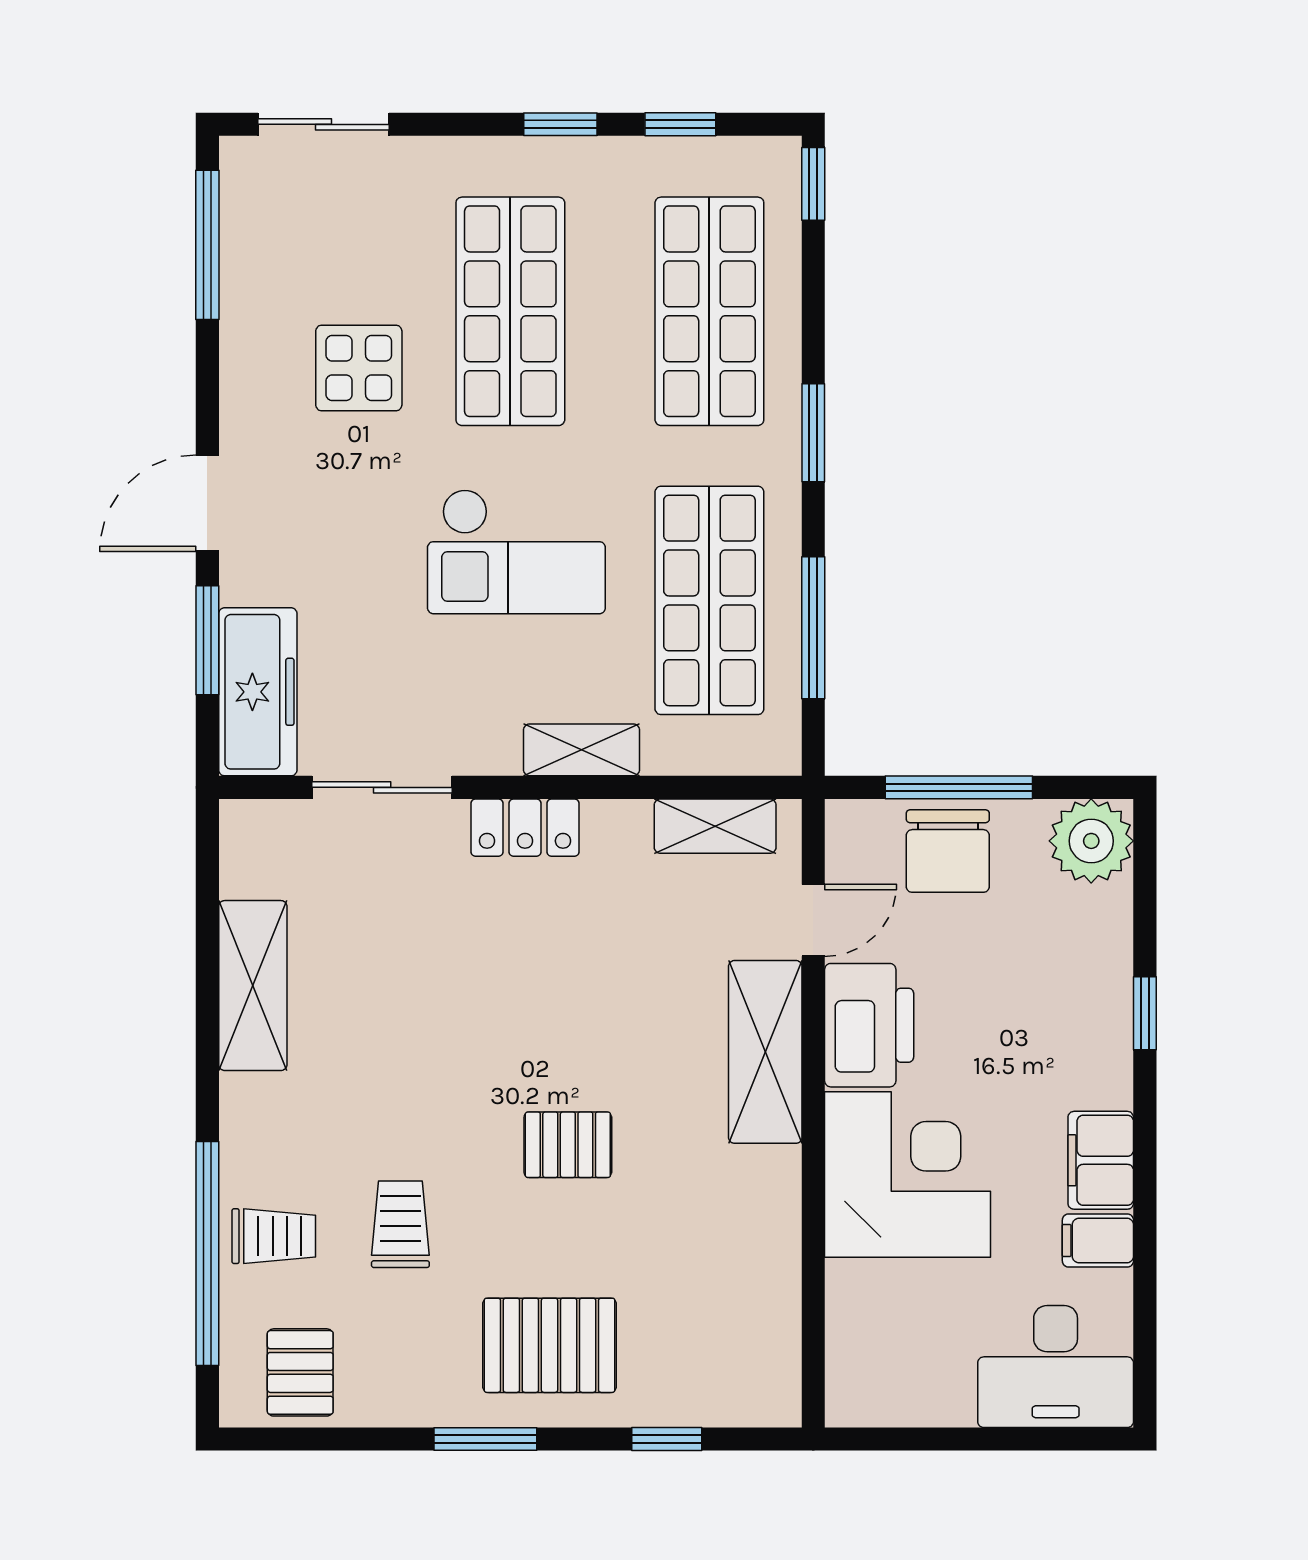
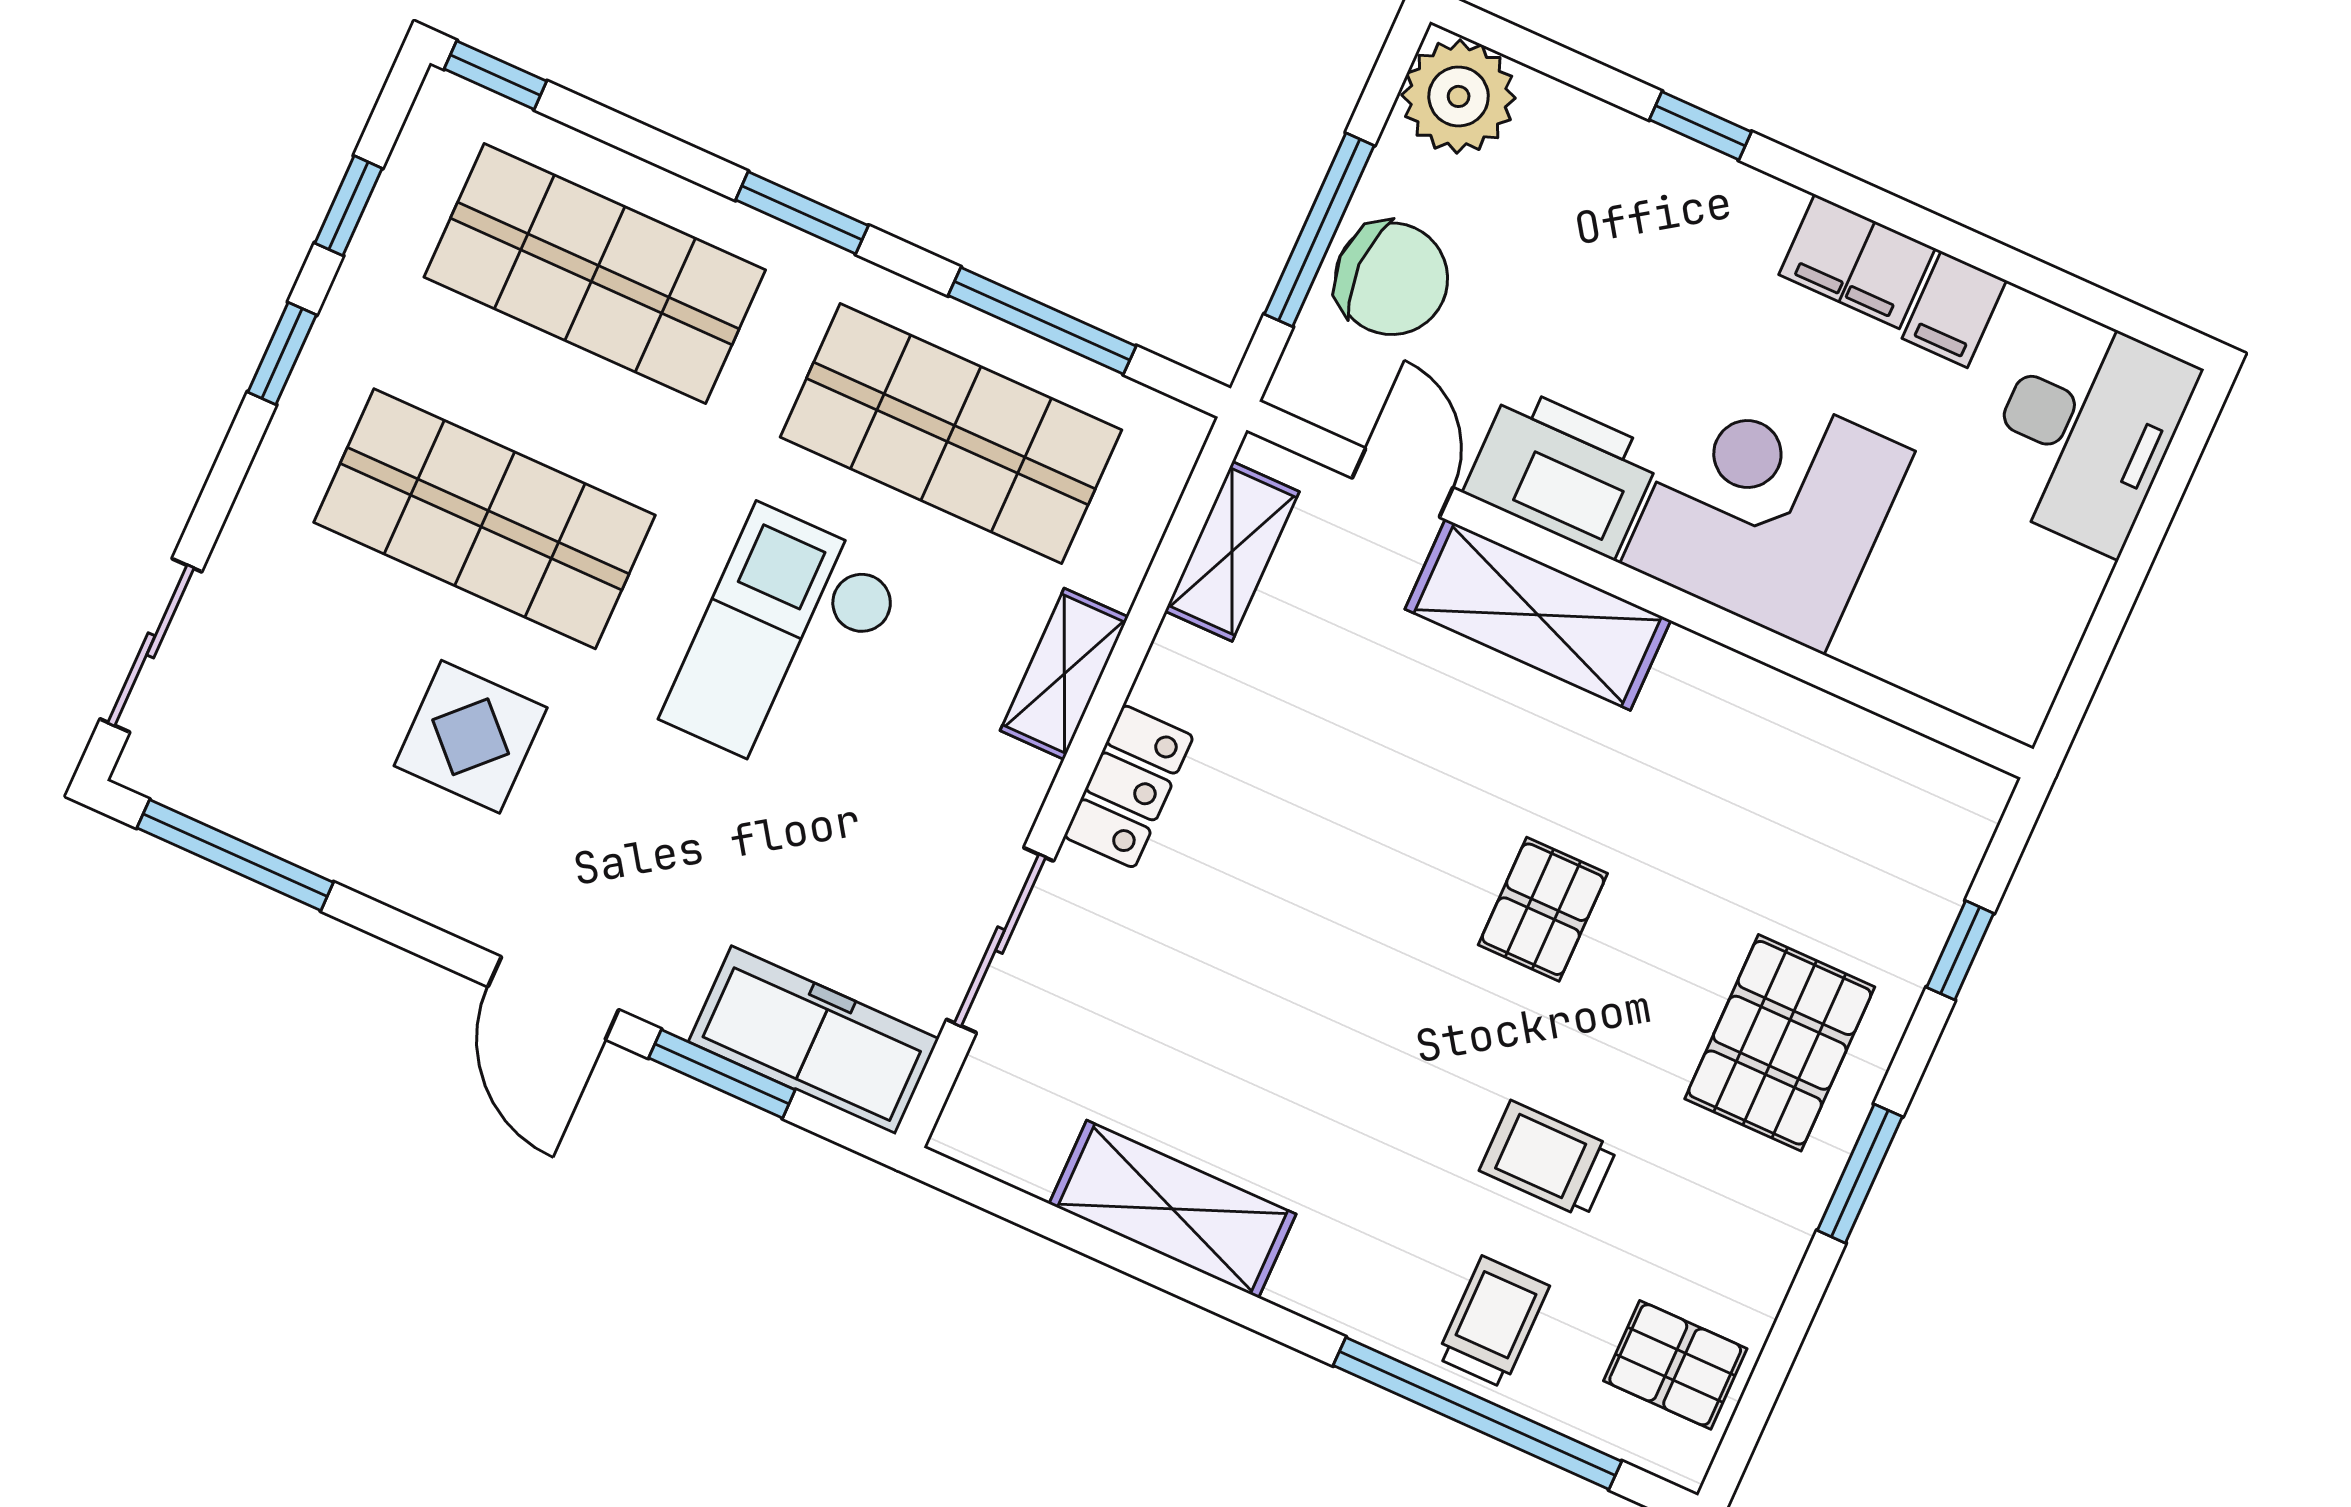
checkout: (516, 552) -> (784, 644), turned 180

